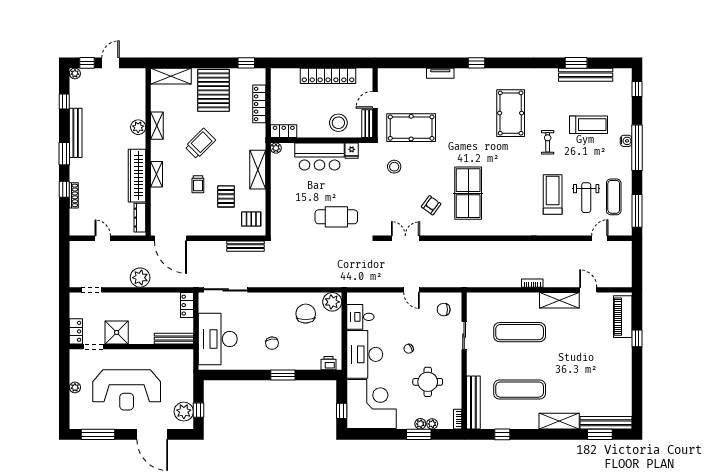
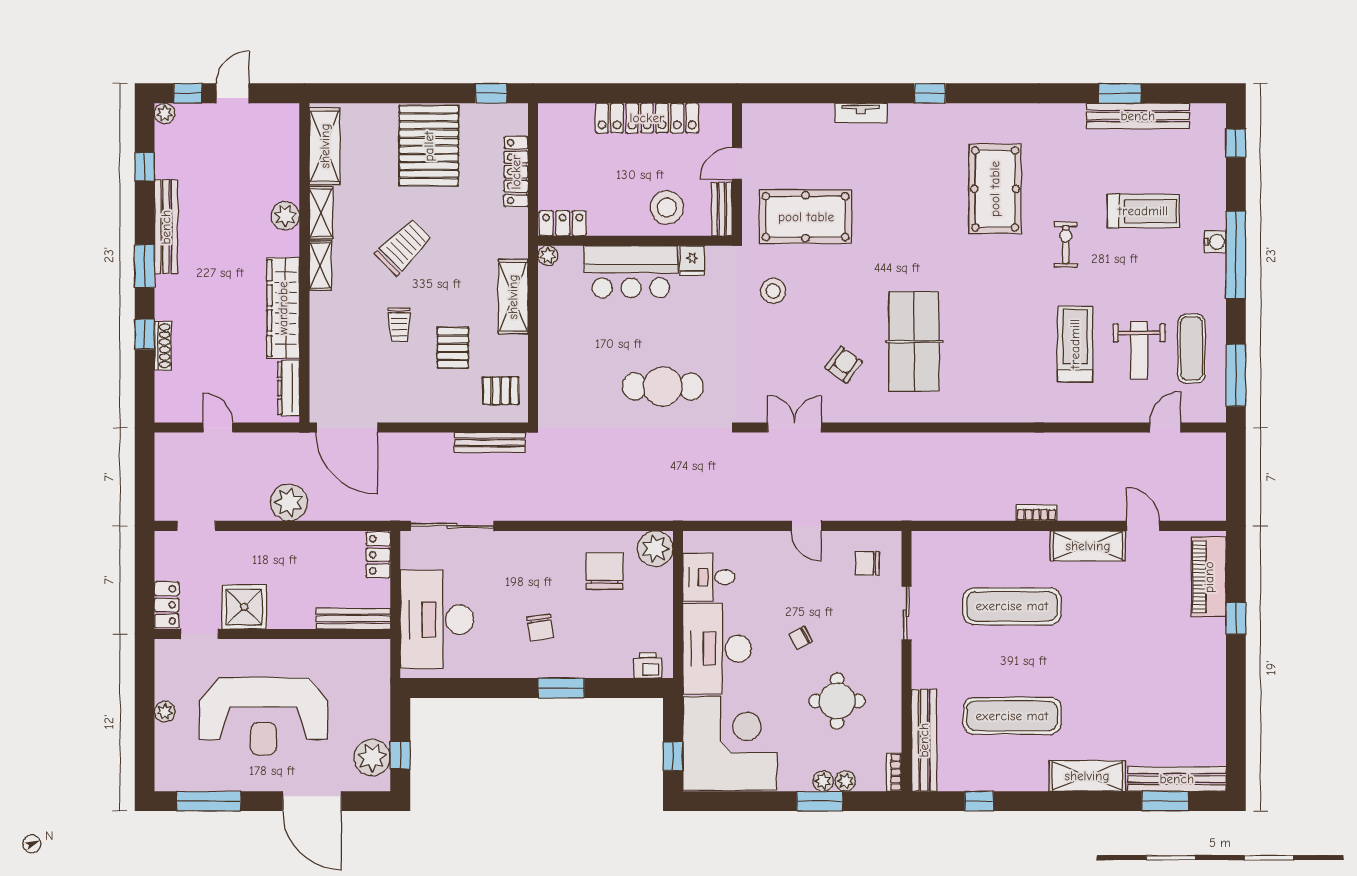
shelving: (171, 76) -> (325, 146), moved, turned 90
shelving: (157, 174) -> (320, 265), moved

